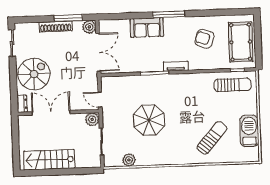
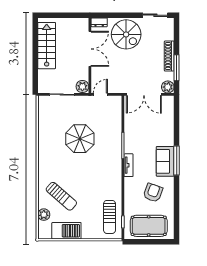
sofa: (147, 28) -> (165, 161), moved
plant: (129, 160) -> (44, 215), moved

